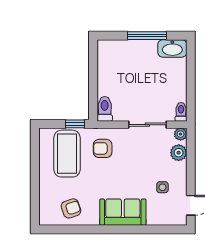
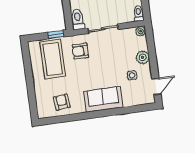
sliding door: (147, 125) -> (103, 29), moved
plant: (179, 153) -> (143, 57), moved
armchair: (71, 208) -> (62, 102), turned -77

